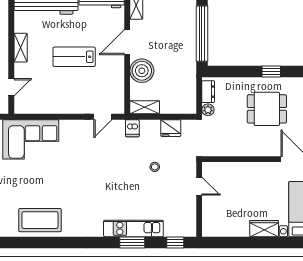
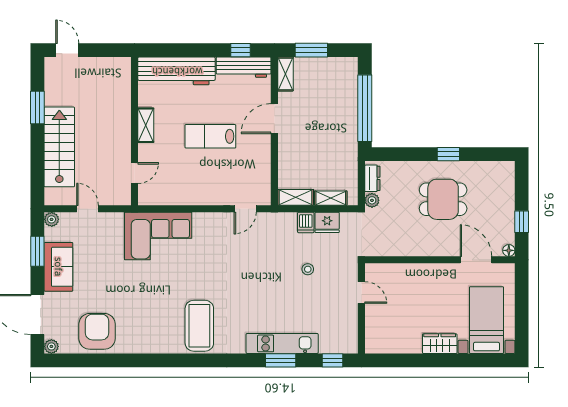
boiler: (142, 71) -> (292, 153), removed
shelving: (174, 108) -> (331, 198), added
dishwasher: (132, 128) -> (306, 222), moved
coffee table: (40, 220) -> (199, 326), moved, turned 90

